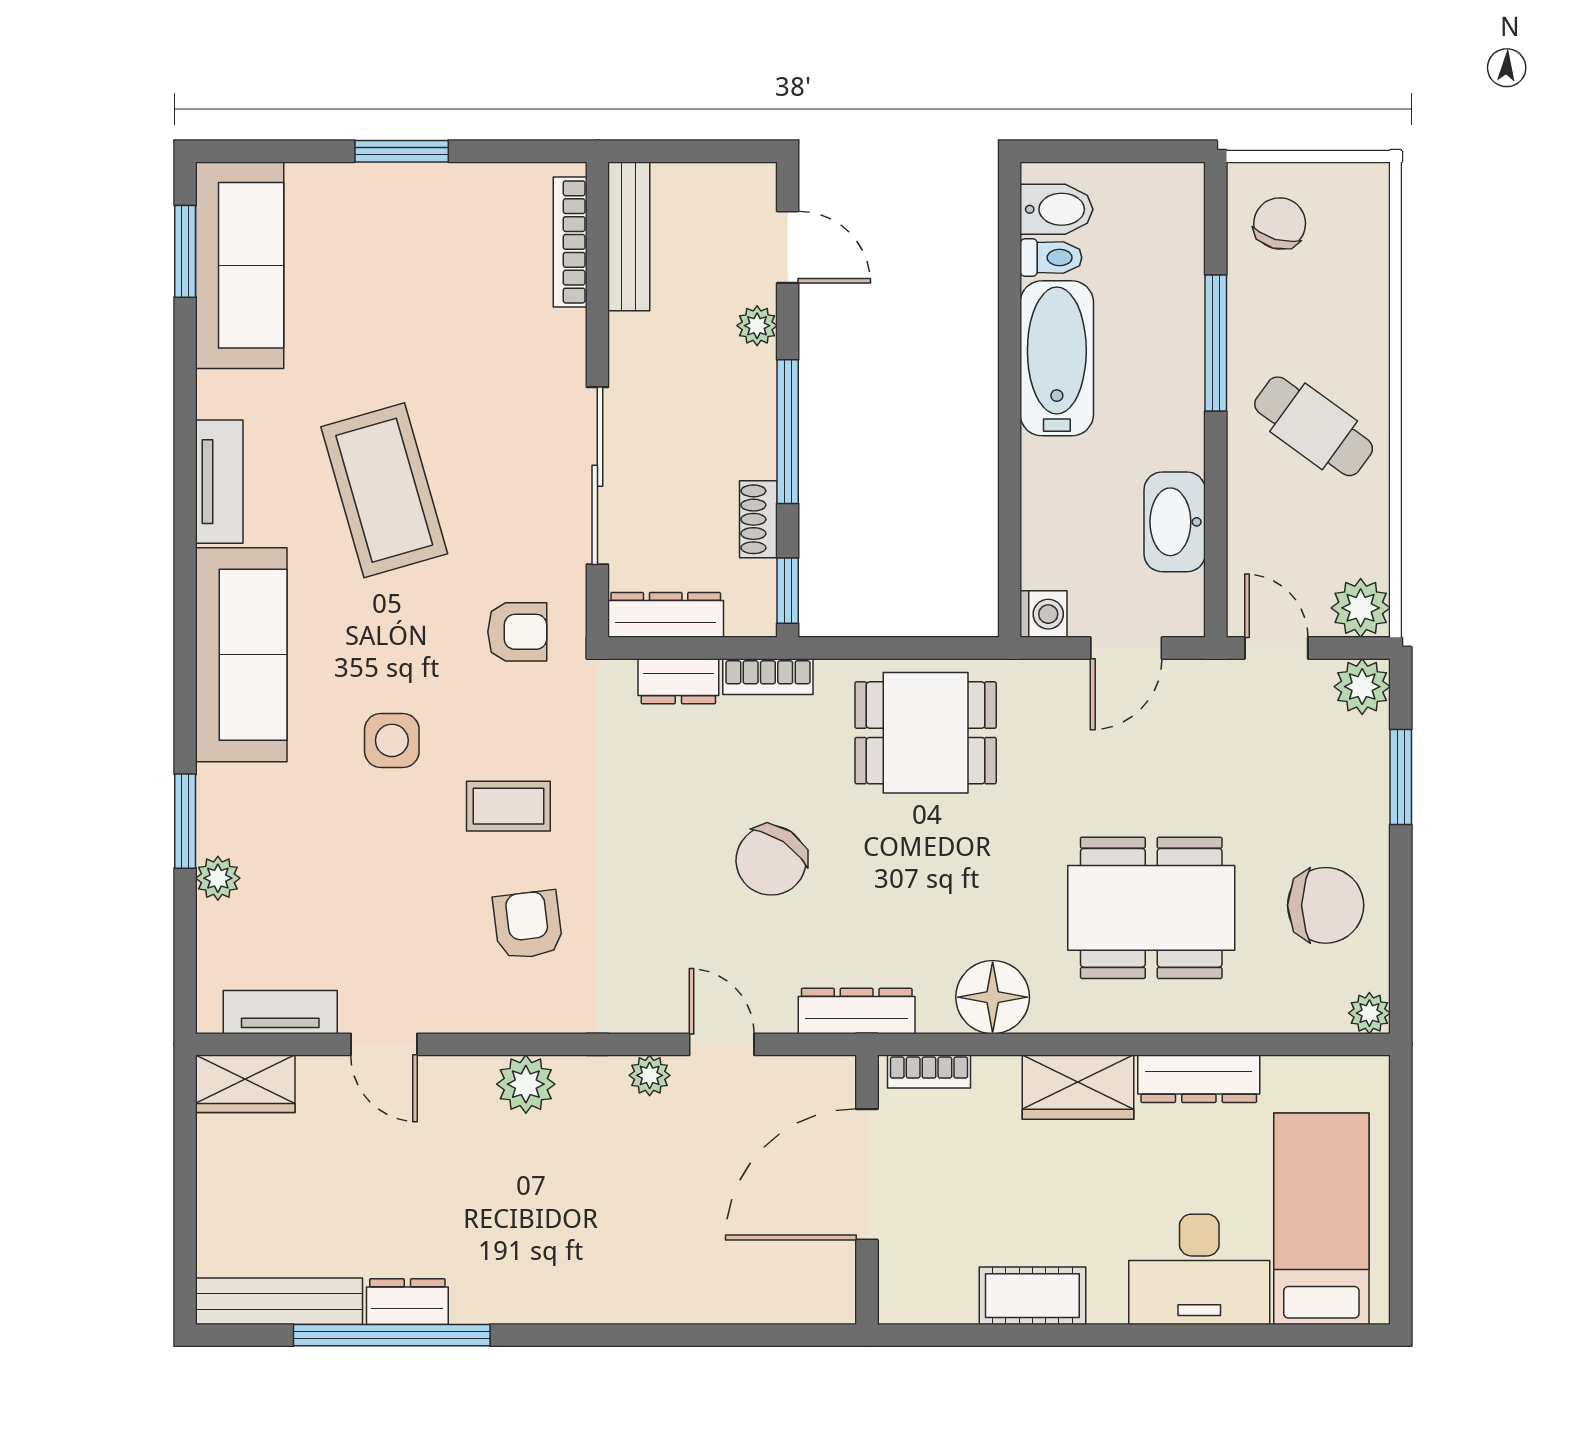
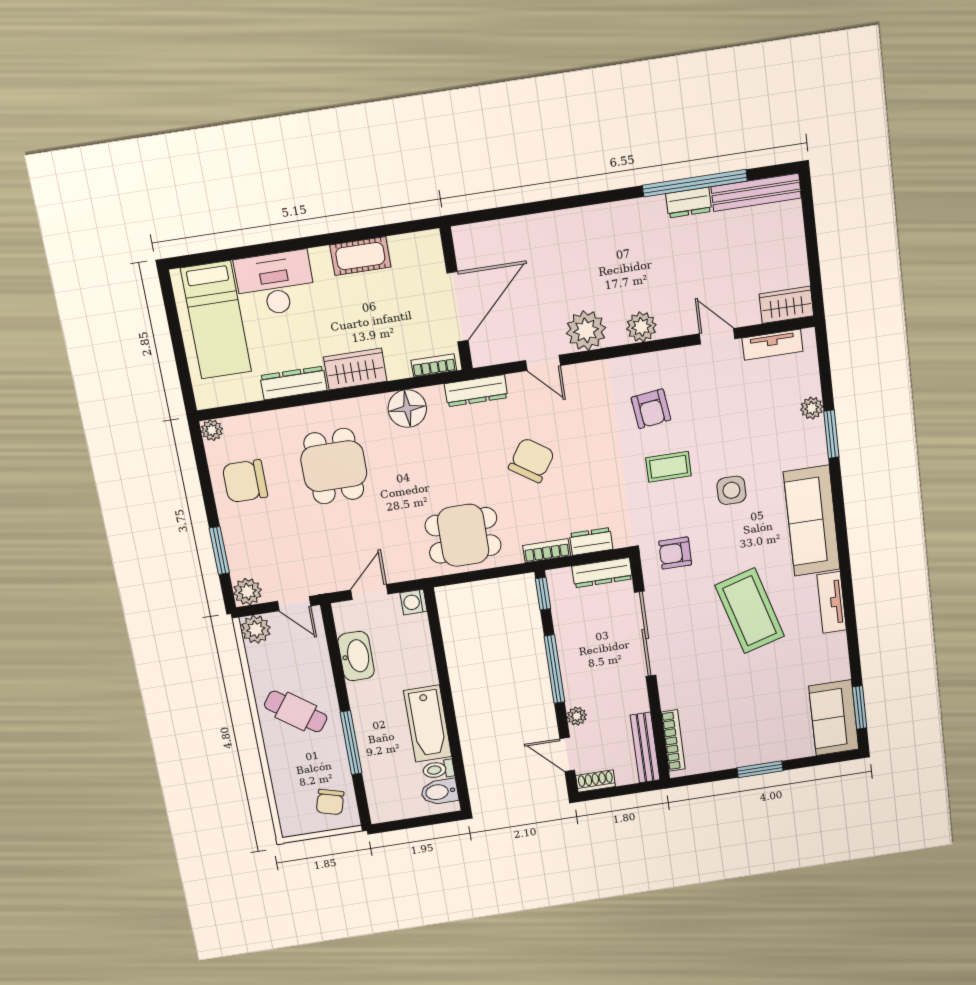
sofa: (240, 265) -> (834, 718), width x0.73
shoe rack: (758, 519) -> (596, 781), moved, turned -90
dining table: (1151, 908) -> (334, 466), width x0.73
plant: (650, 1075) -> (586, 330), width x1.87, depth x1.87

